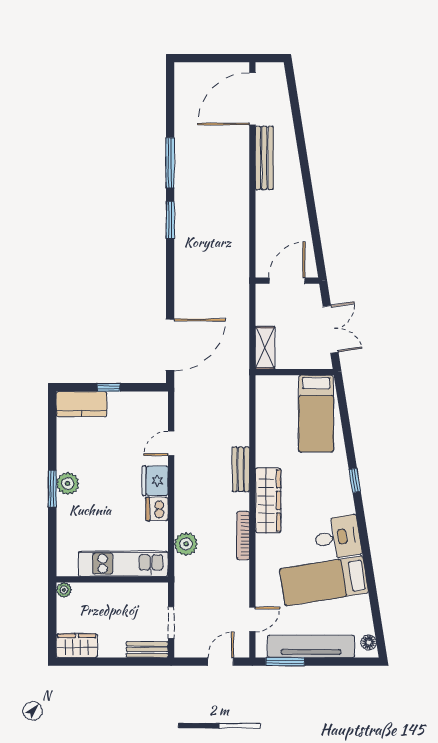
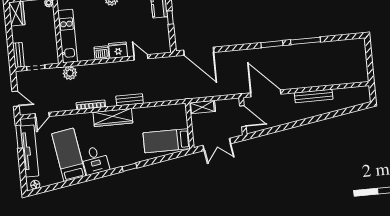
door: (252, 99) -> (266, 93), moved
plant: (186, 544) -> (70, 73), moved
door: (252, 619) -> (42, 115), hinge flipped

